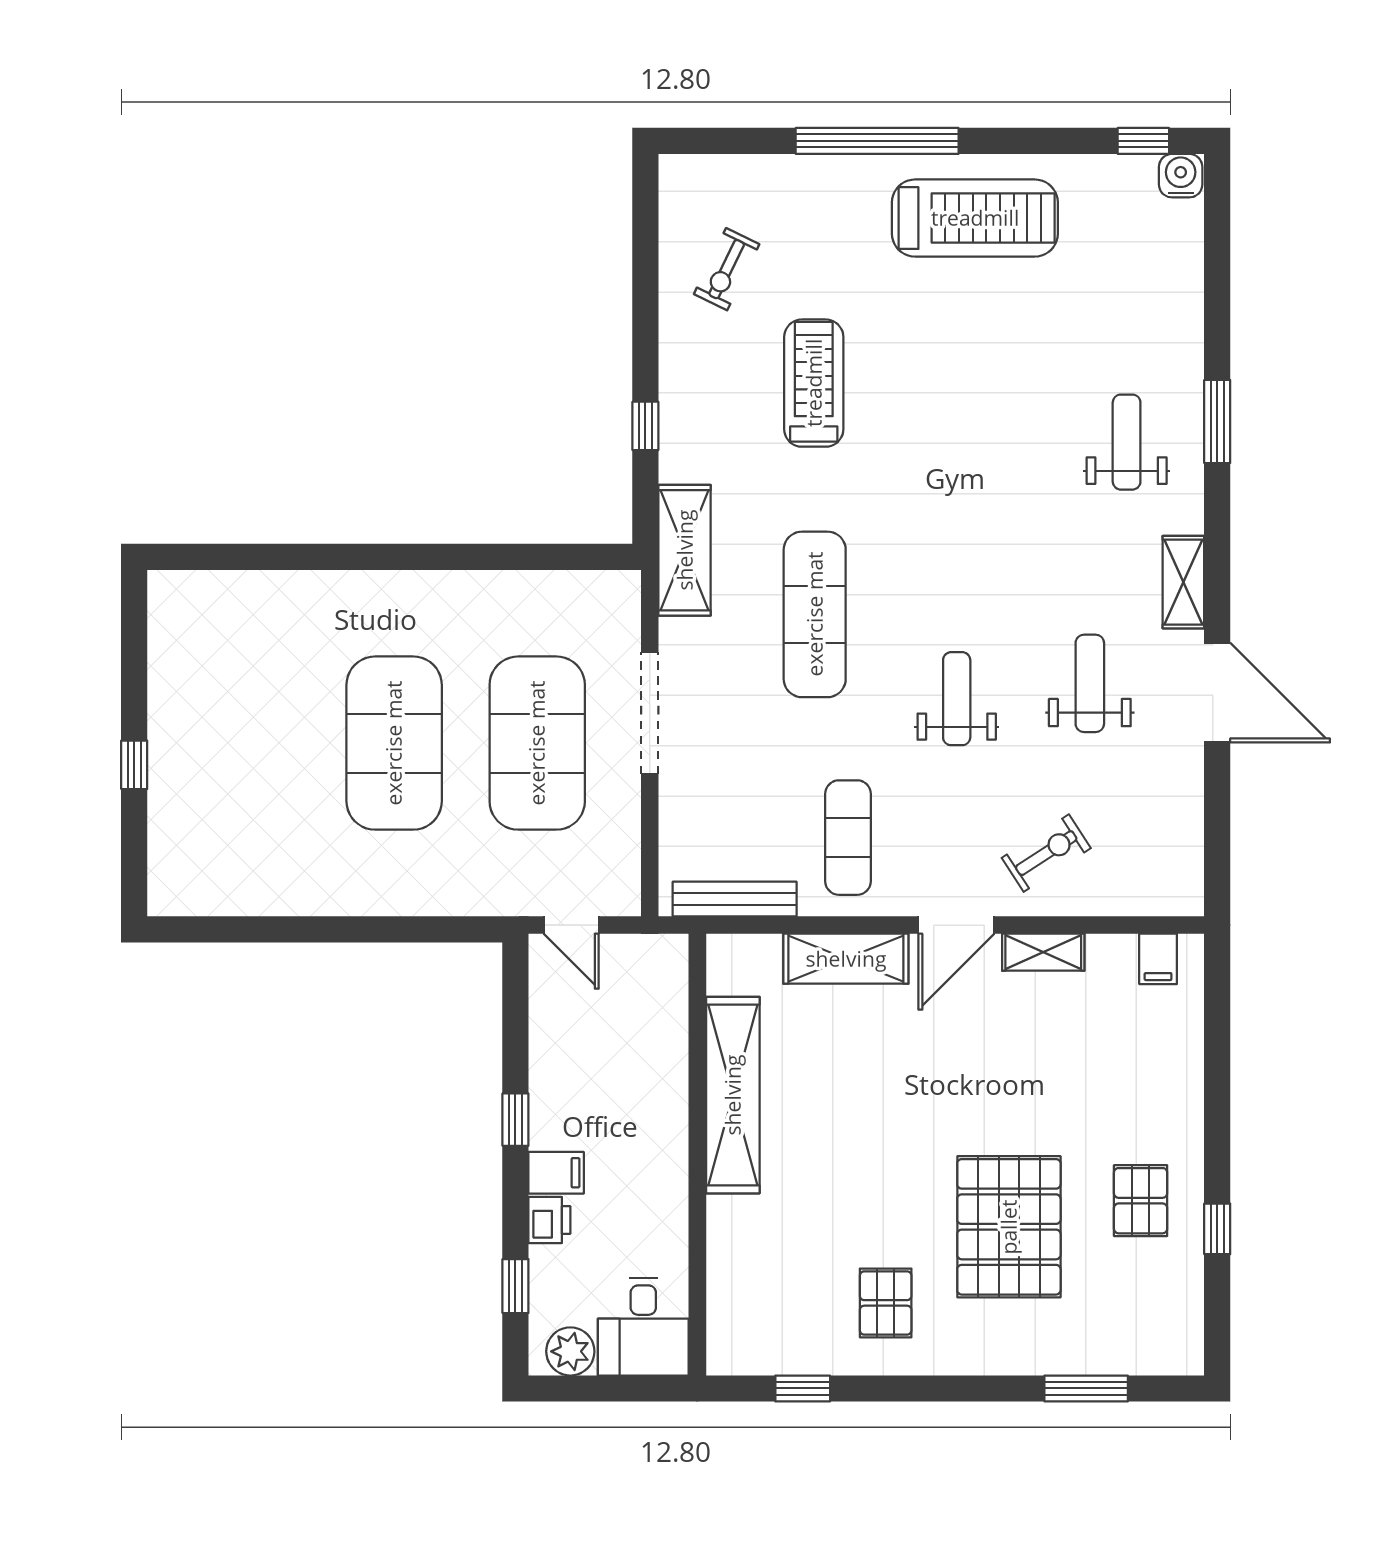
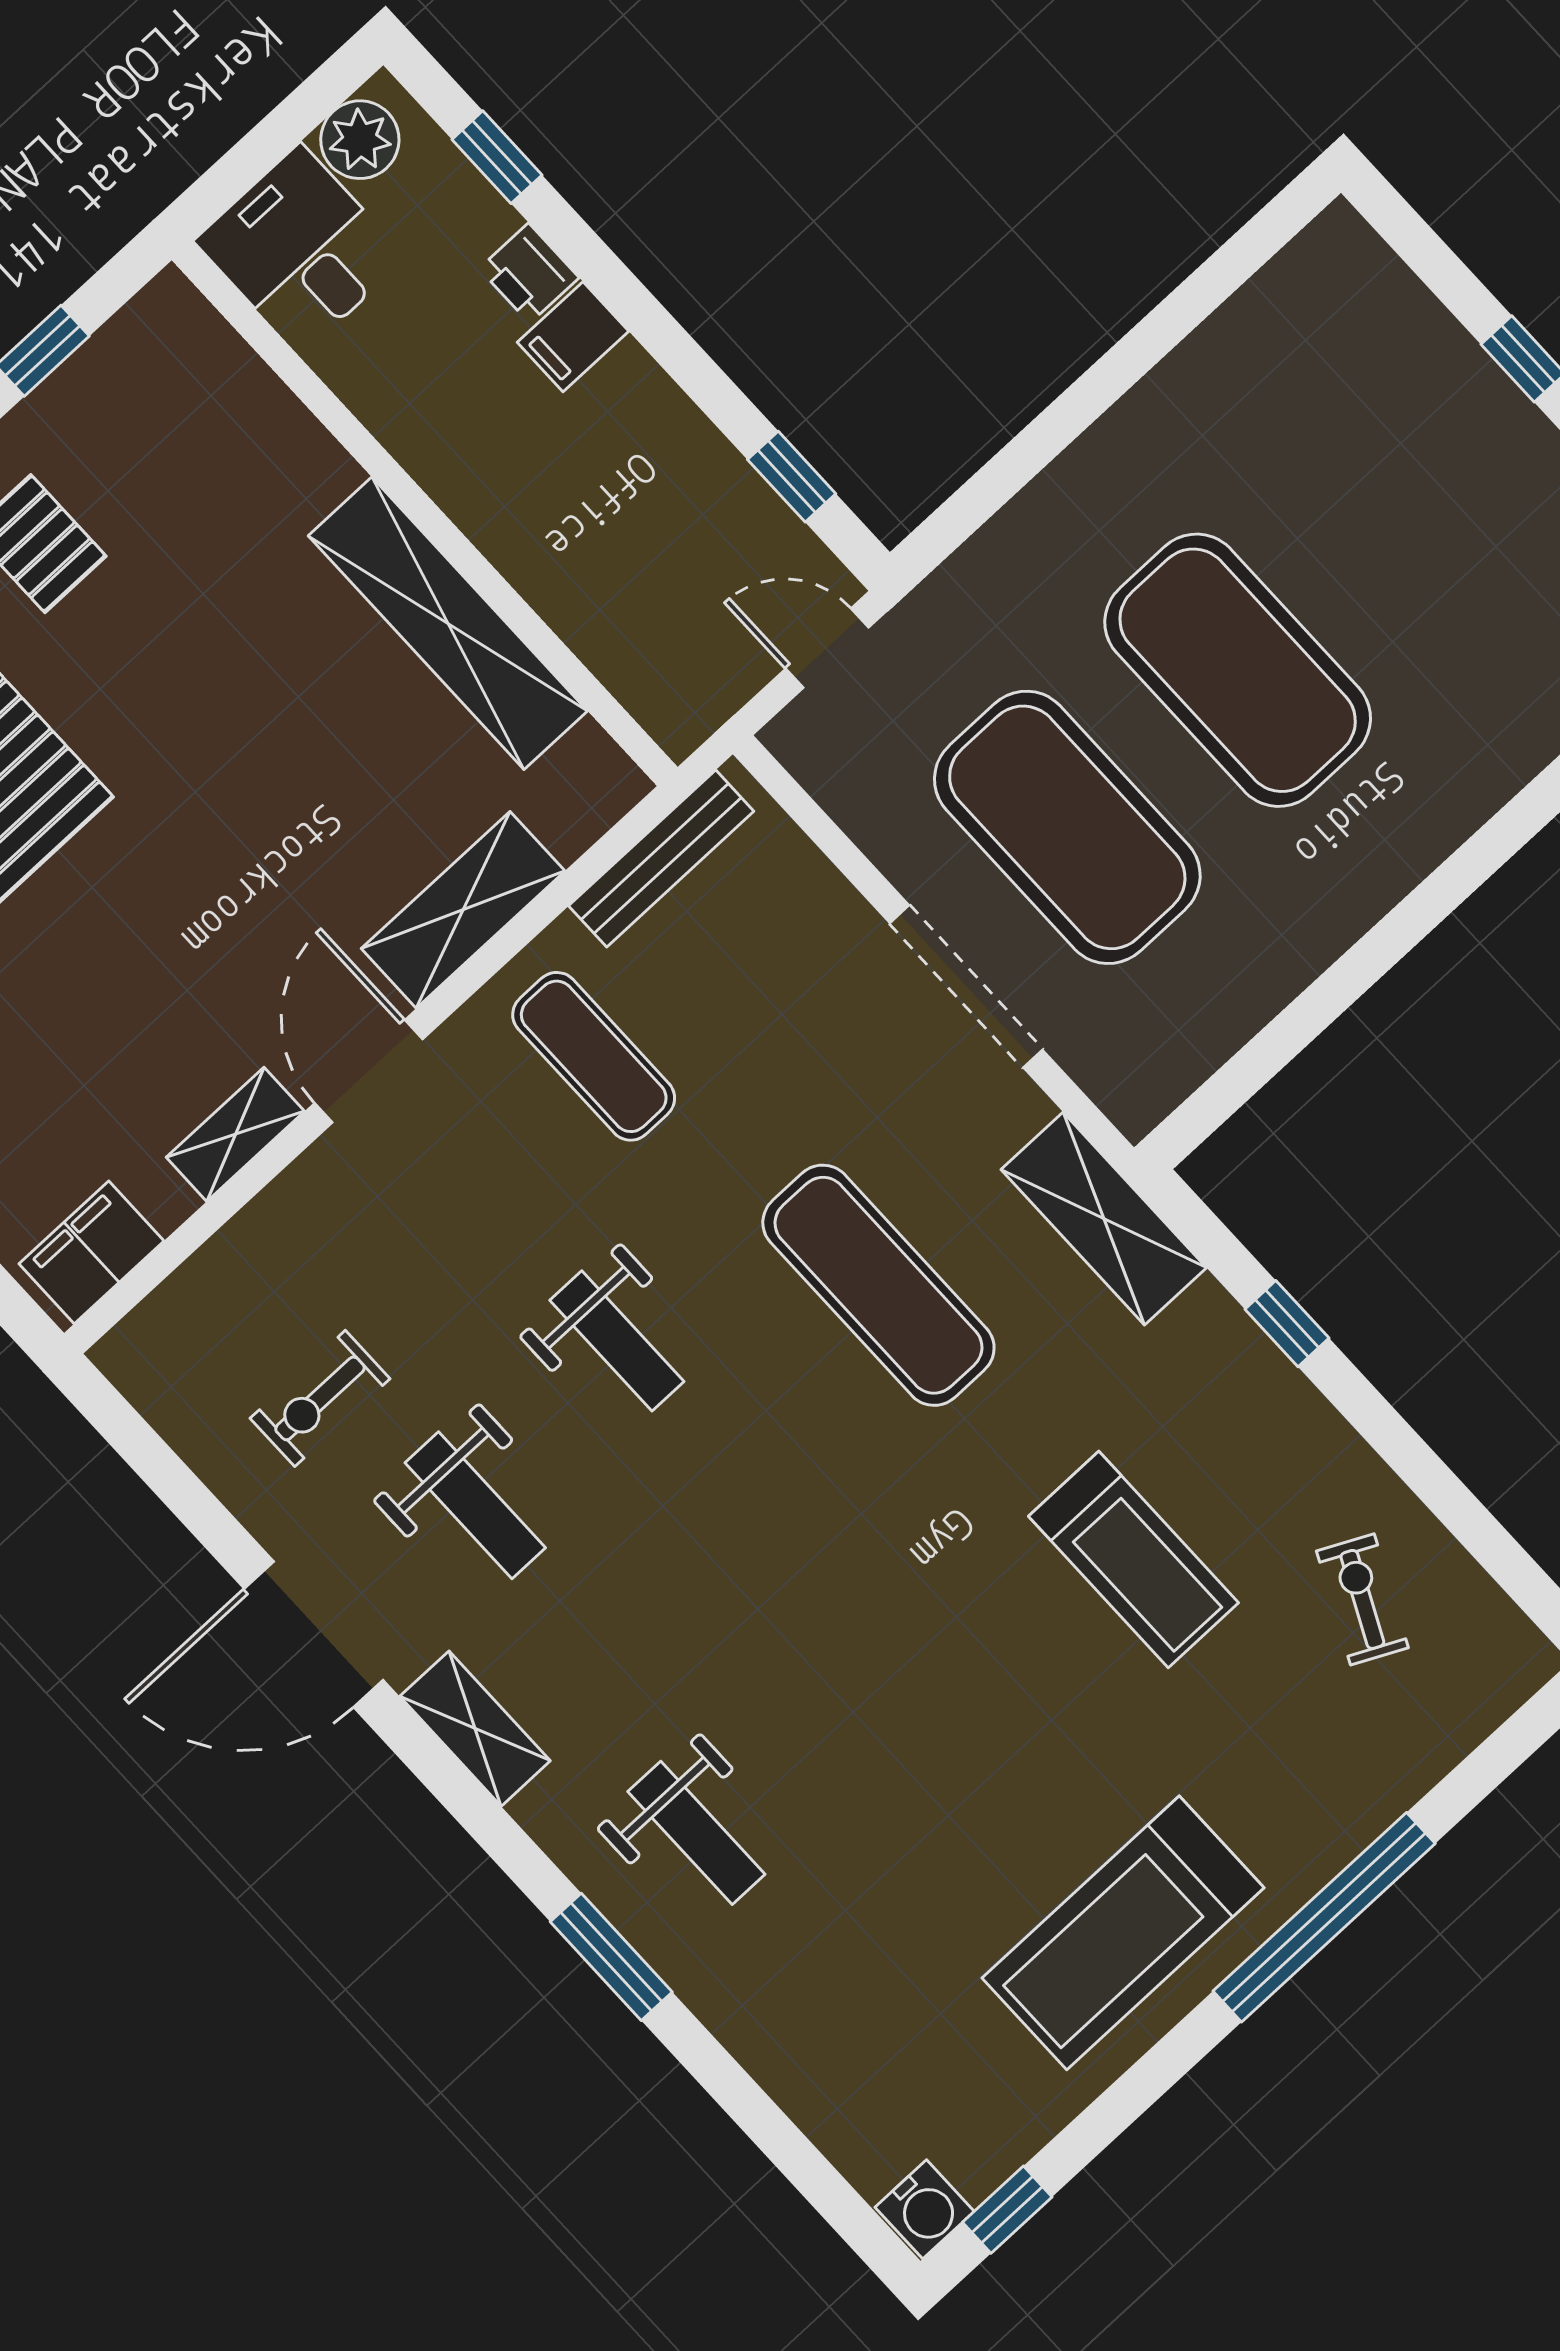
exercise bike: (1046, 853) -> (320, 1398), moved, turned 33
filing cabinet: (1158, 959) -> (91, 1252), width x2.00
window: (515, 1120) -> (792, 477), moved

